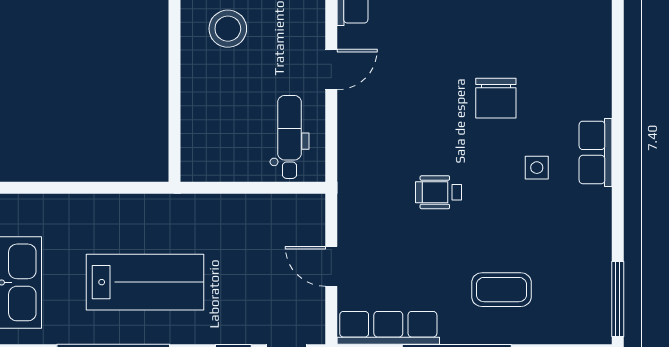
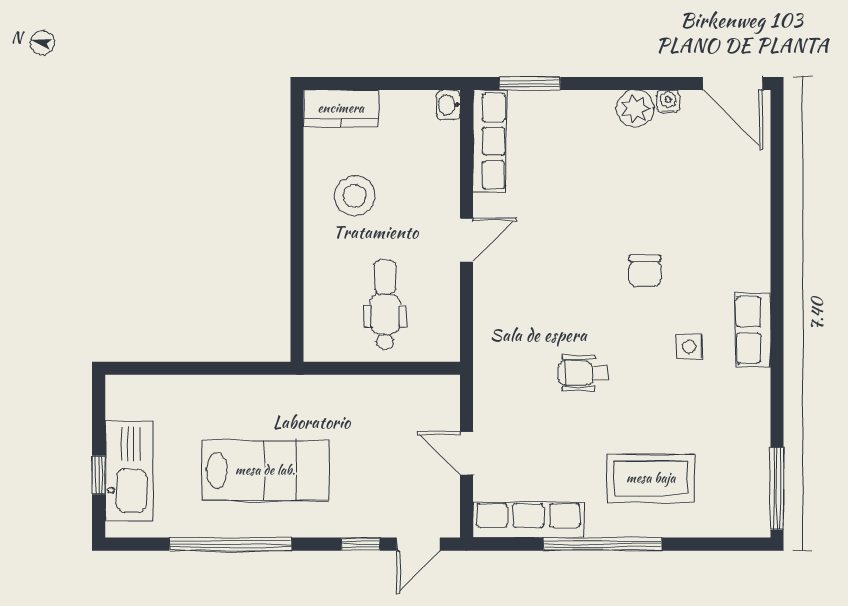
chair: (496, 98) -> (645, 271), width x0.73, depth x0.73
dental chair: (289, 137) -> (385, 305), moved
coffee table: (501, 290) -> (651, 478), width x1.36, depth x1.32

